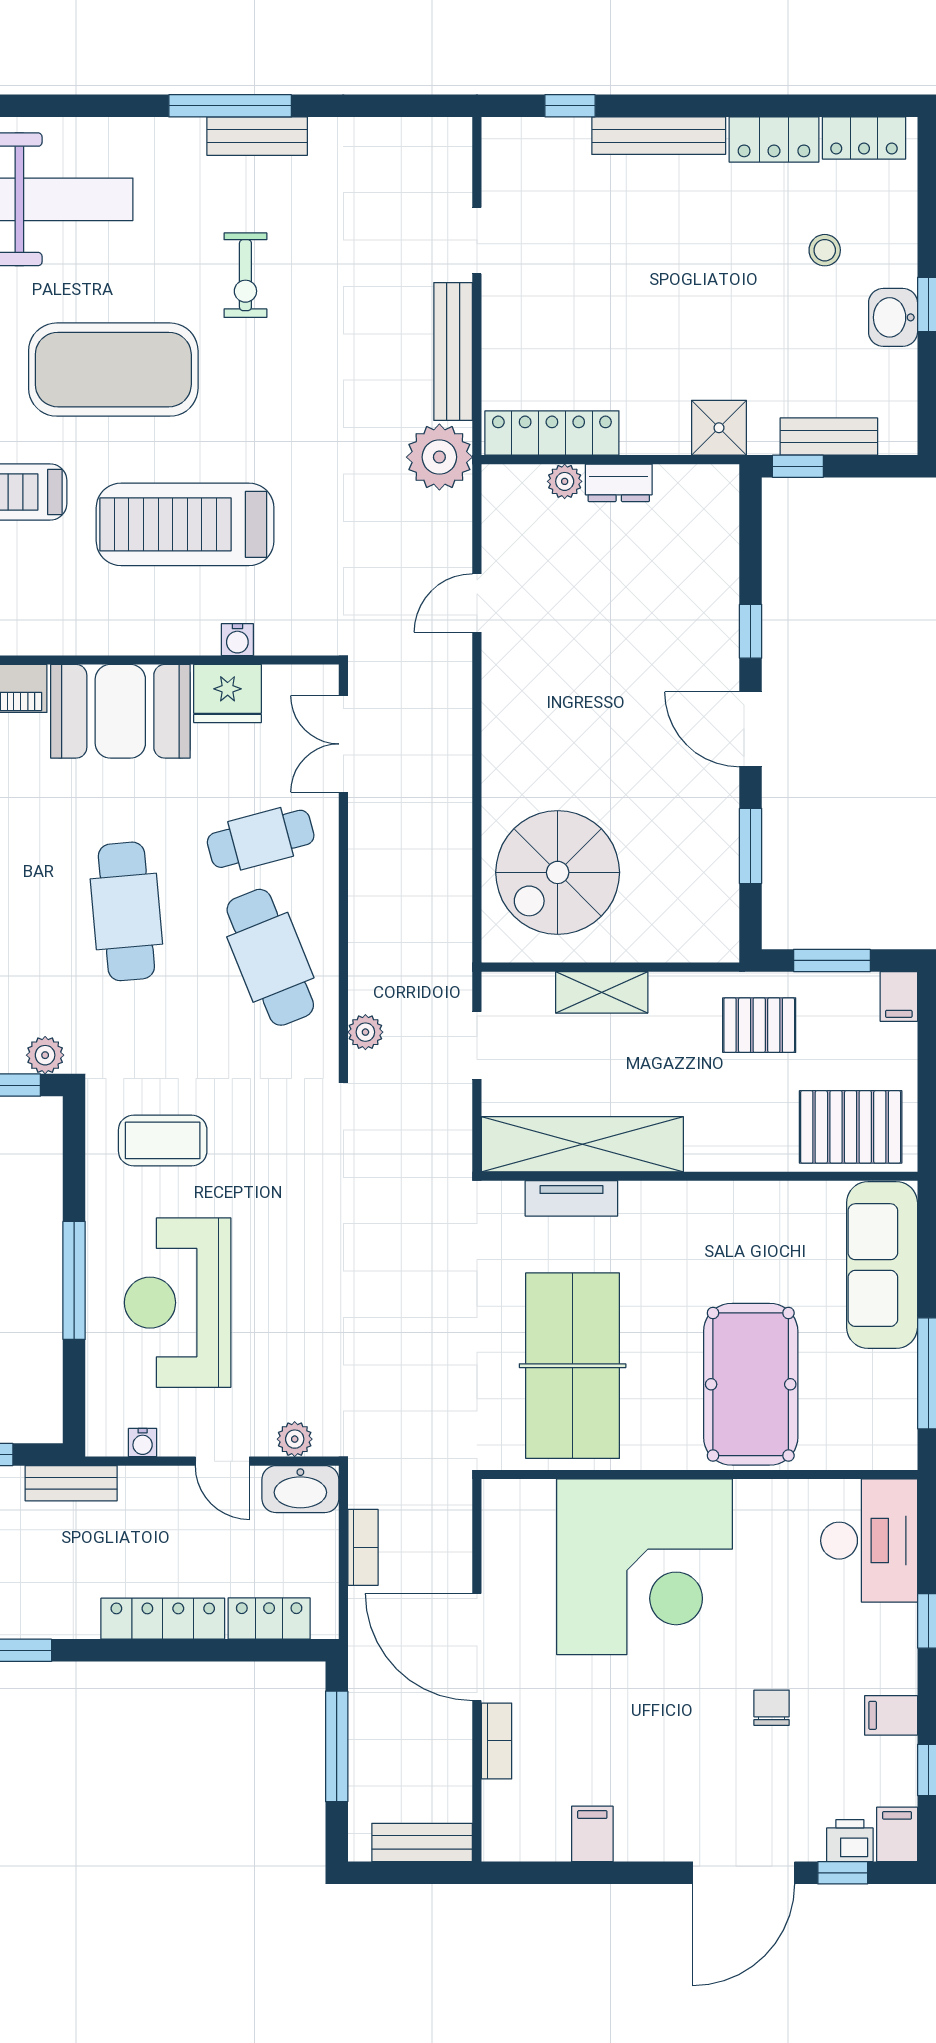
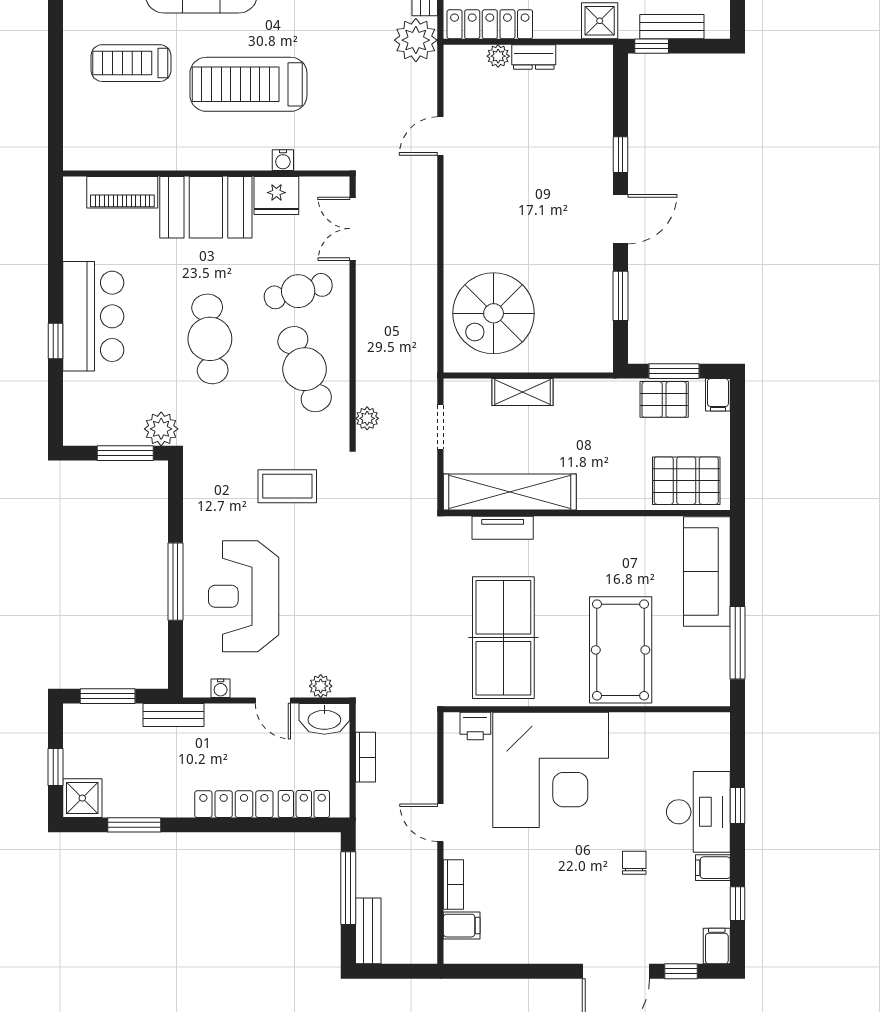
door: (751, 729) -> (620, 219), swing flipped
pallet: (759, 1025) -> (664, 399), moved
plant: (45, 1055) -> (161, 429), width x1.38, depth x1.38
coffee table: (163, 1140) -> (287, 486), moved
desk: (869, 1541) -> (698, 812), moved
door: (477, 1647) -> (440, 823), width x0.53
filing cabinet: (592, 1834) -> (462, 926), moved, turned 90
printer: (850, 1841) -> (475, 726), moved, turned 180
bench: (422, 1843) -> (368, 931), moved, turned 90

